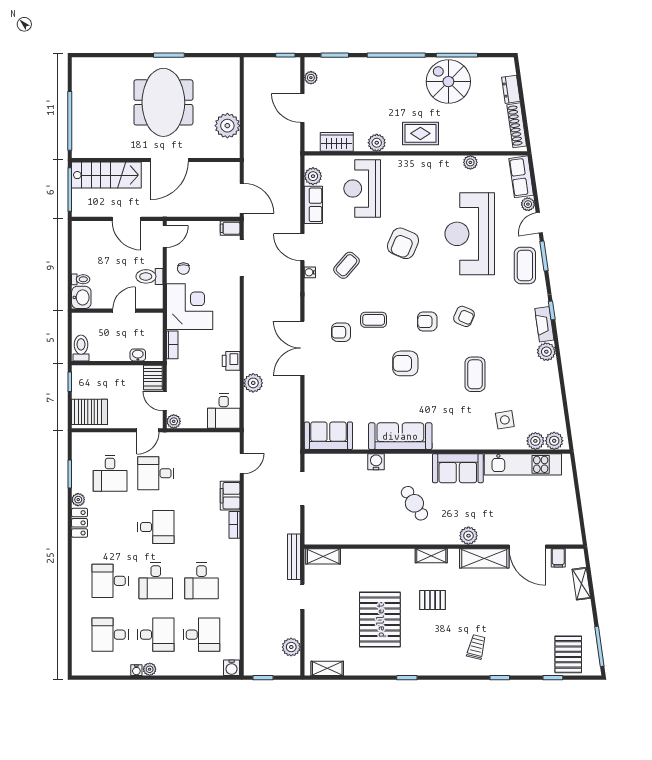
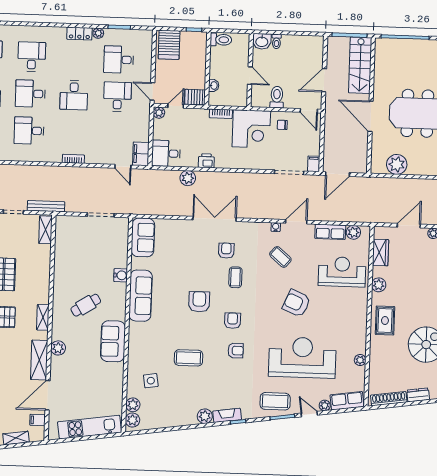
armchair: (464, 316) -> (236, 351), turned -113
kitchen unit: (523, 464) -> (90, 427), moved, turned 82
filing cabinet: (230, 496) -> (141, 154), moved, turned -90

